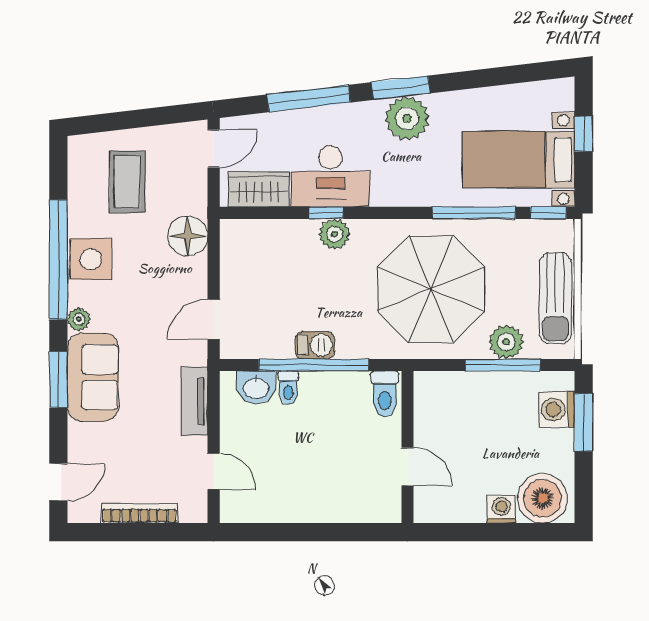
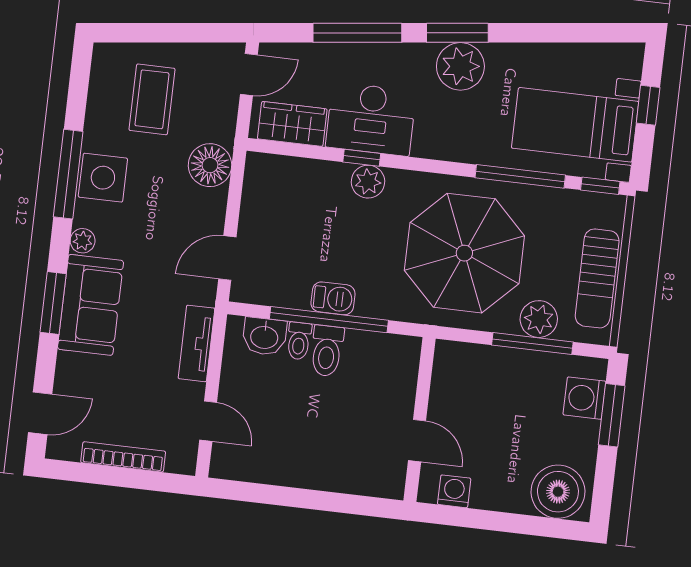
window: (58, 260) -> (68, 174), width x0.68
toilet: (385, 394) -> (327, 351), moved
washing machine: (501, 509) -> (454, 491), moved

